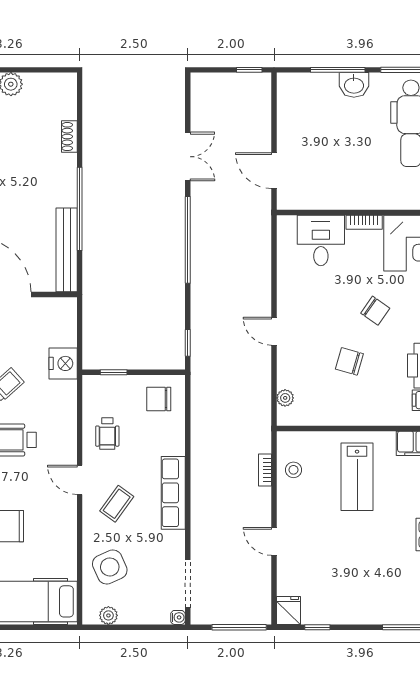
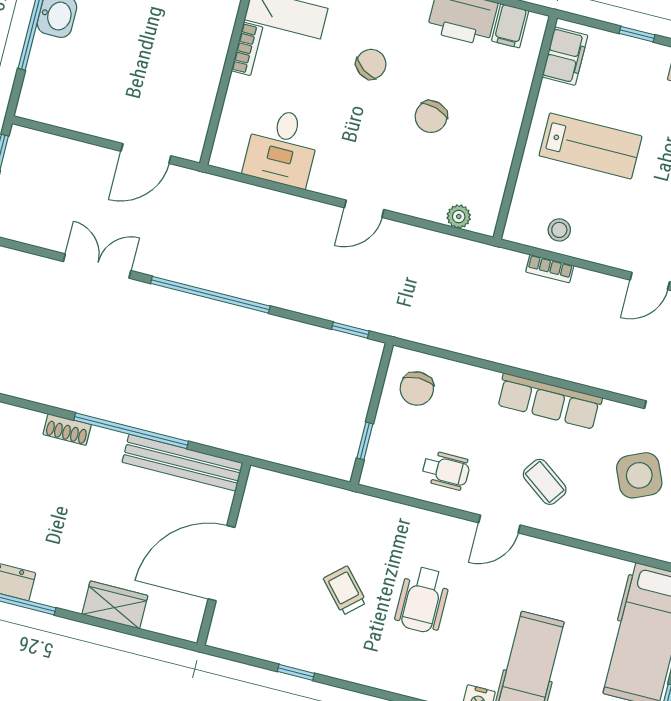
shoe rack: (69, 137) -> (67, 430), moved
desk: (321, 240) -> (282, 147), moved, turned -90
nightstand: (63, 363) -> (335, 506), removed
side table: (110, 567) -> (639, 475), moved

